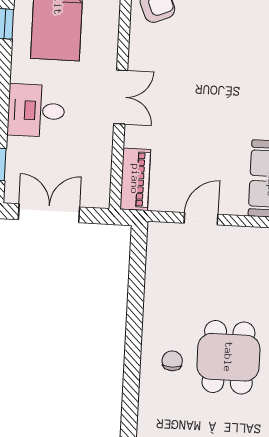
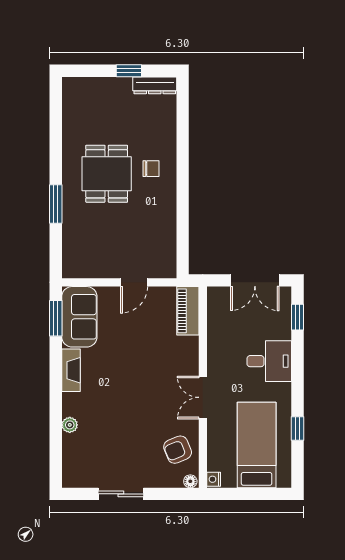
double door: (121, 97) -> (203, 397), moved
chair: (172, 361) -> (151, 169), turned -90

